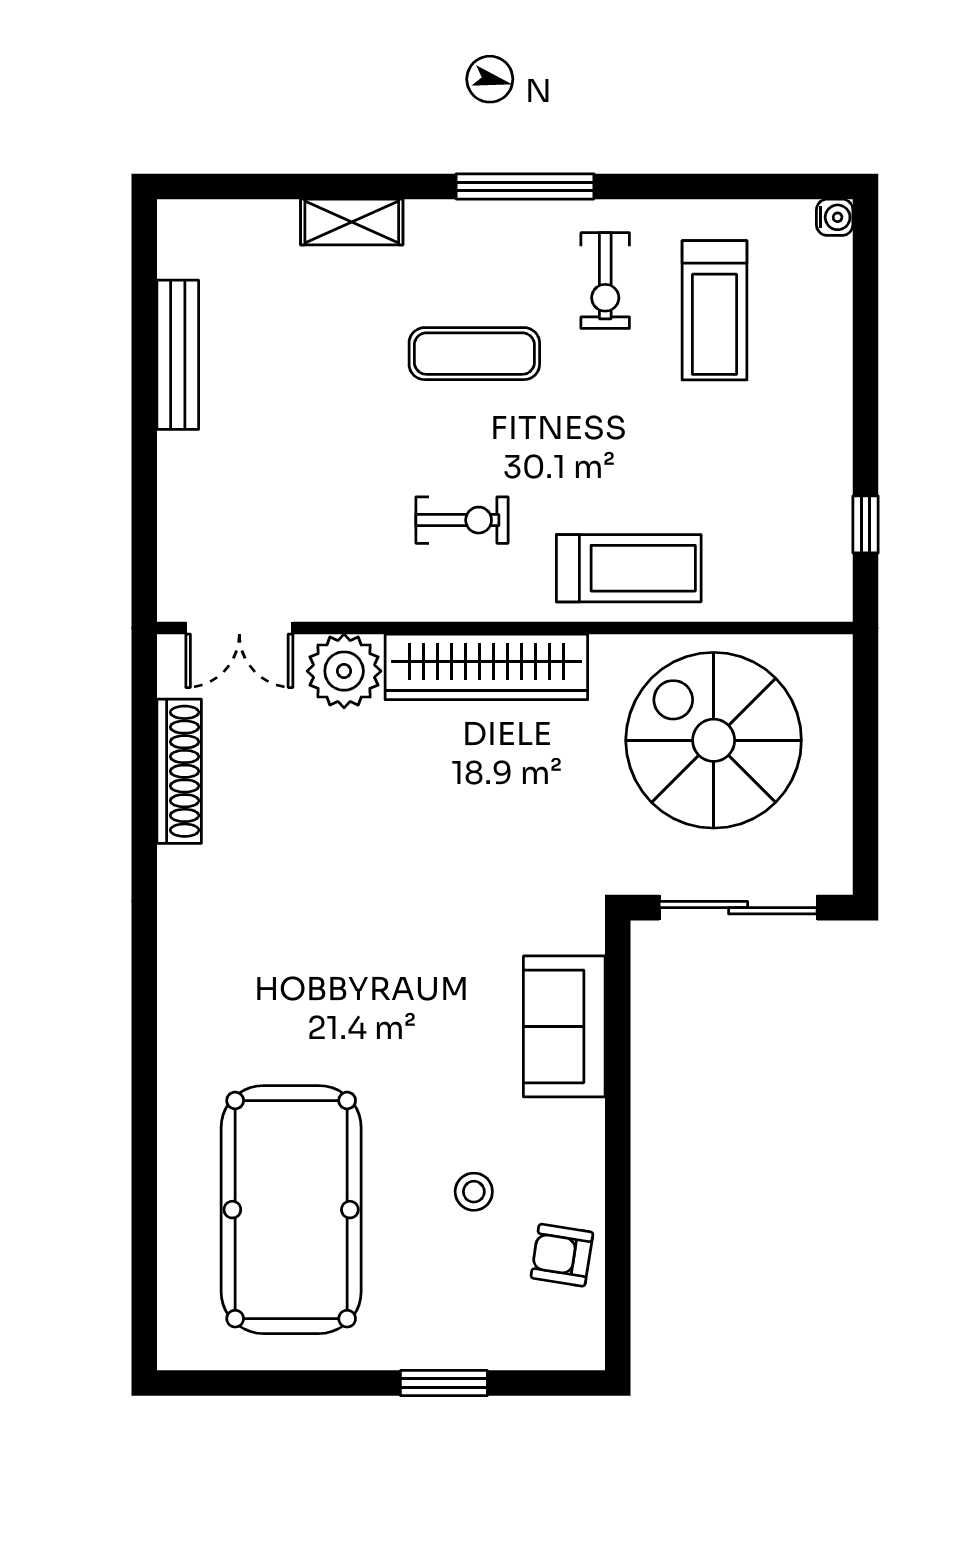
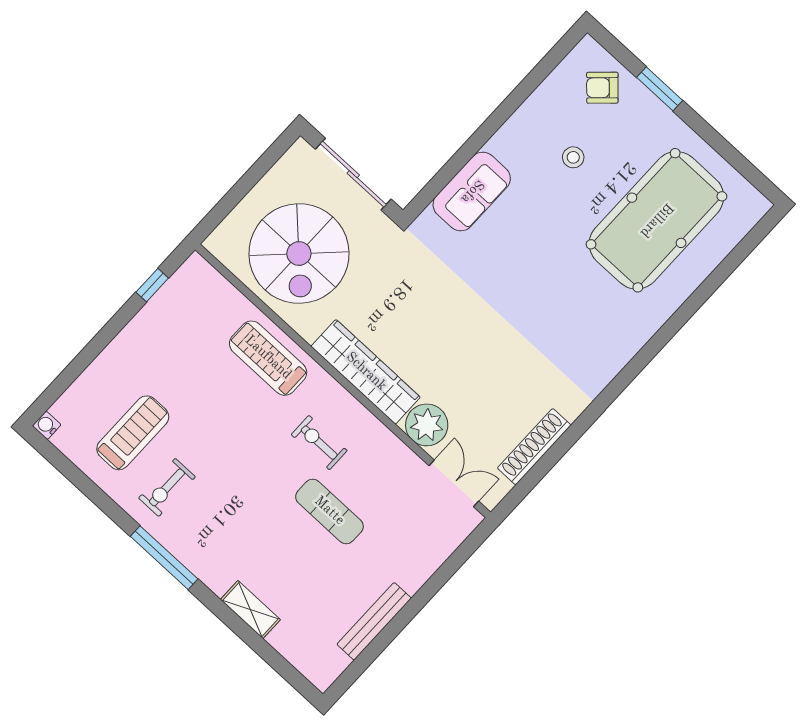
exercise bike: (605, 281) -> (167, 487), turned 180
exercise mat: (474, 354) -> (329, 511), moved
armchair: (562, 1255) -> (602, 88), moved, turned 128

